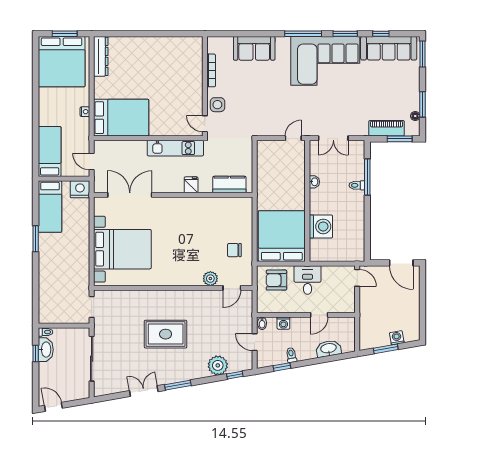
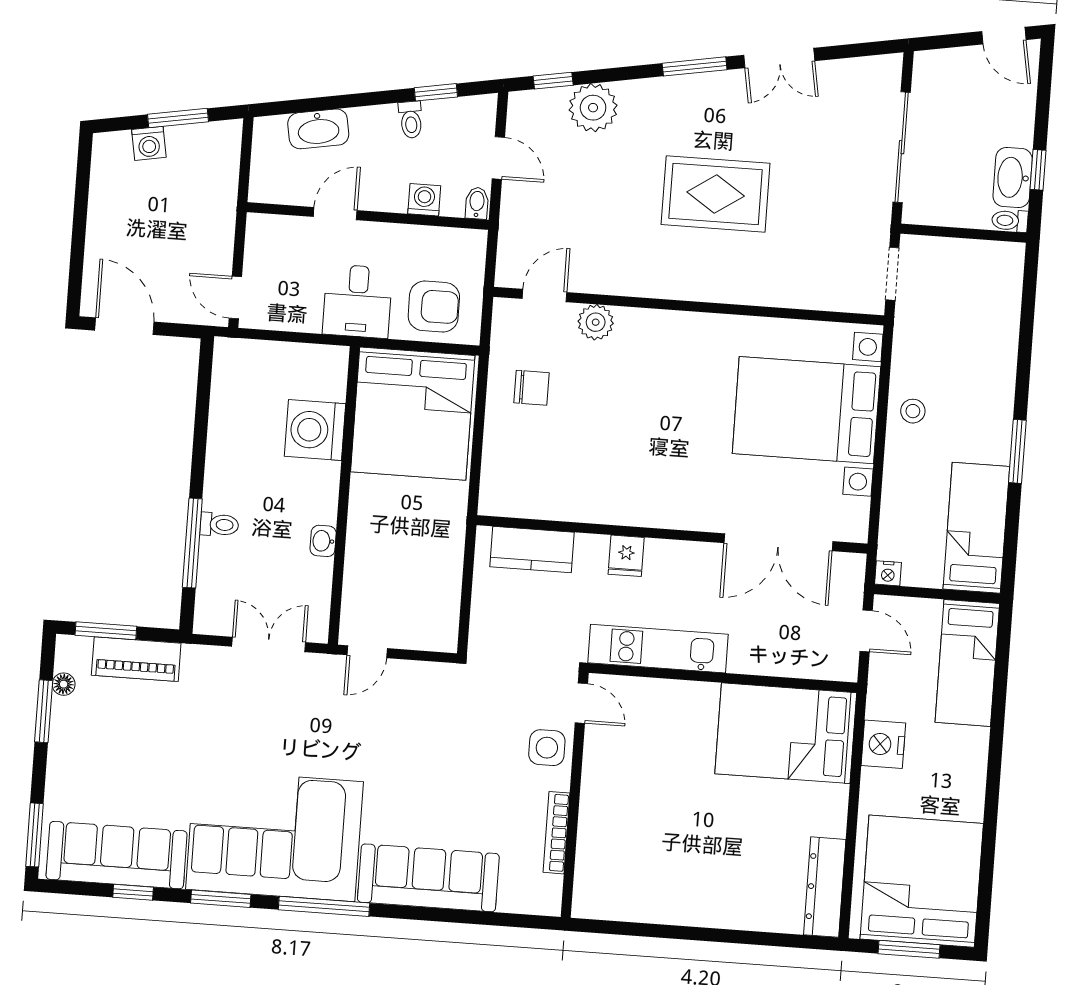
sofa: (254, 48) -> (428, 878), width x1.36
nightstand: (85, 112) -> (883, 744), width x1.89, depth x1.79
nightstand: (80, 189) -> (888, 573), width x0.53, depth x0.56
stool: (79, 252) -> (913, 411), added

